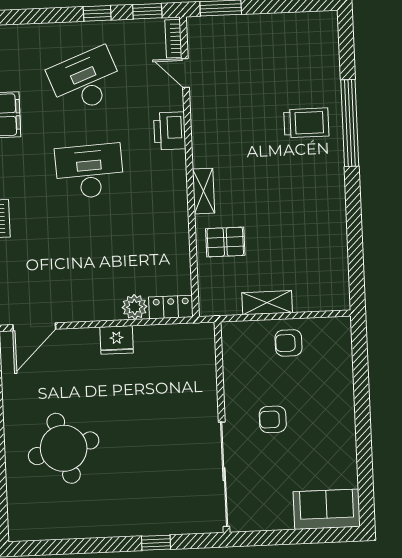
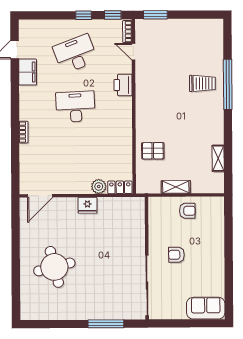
shelving: (204, 191) -> (218, 158), moved
armchair: (289, 343) -> (187, 211), turned 180
window: (156, 543) -> (106, 324), width x2.17

